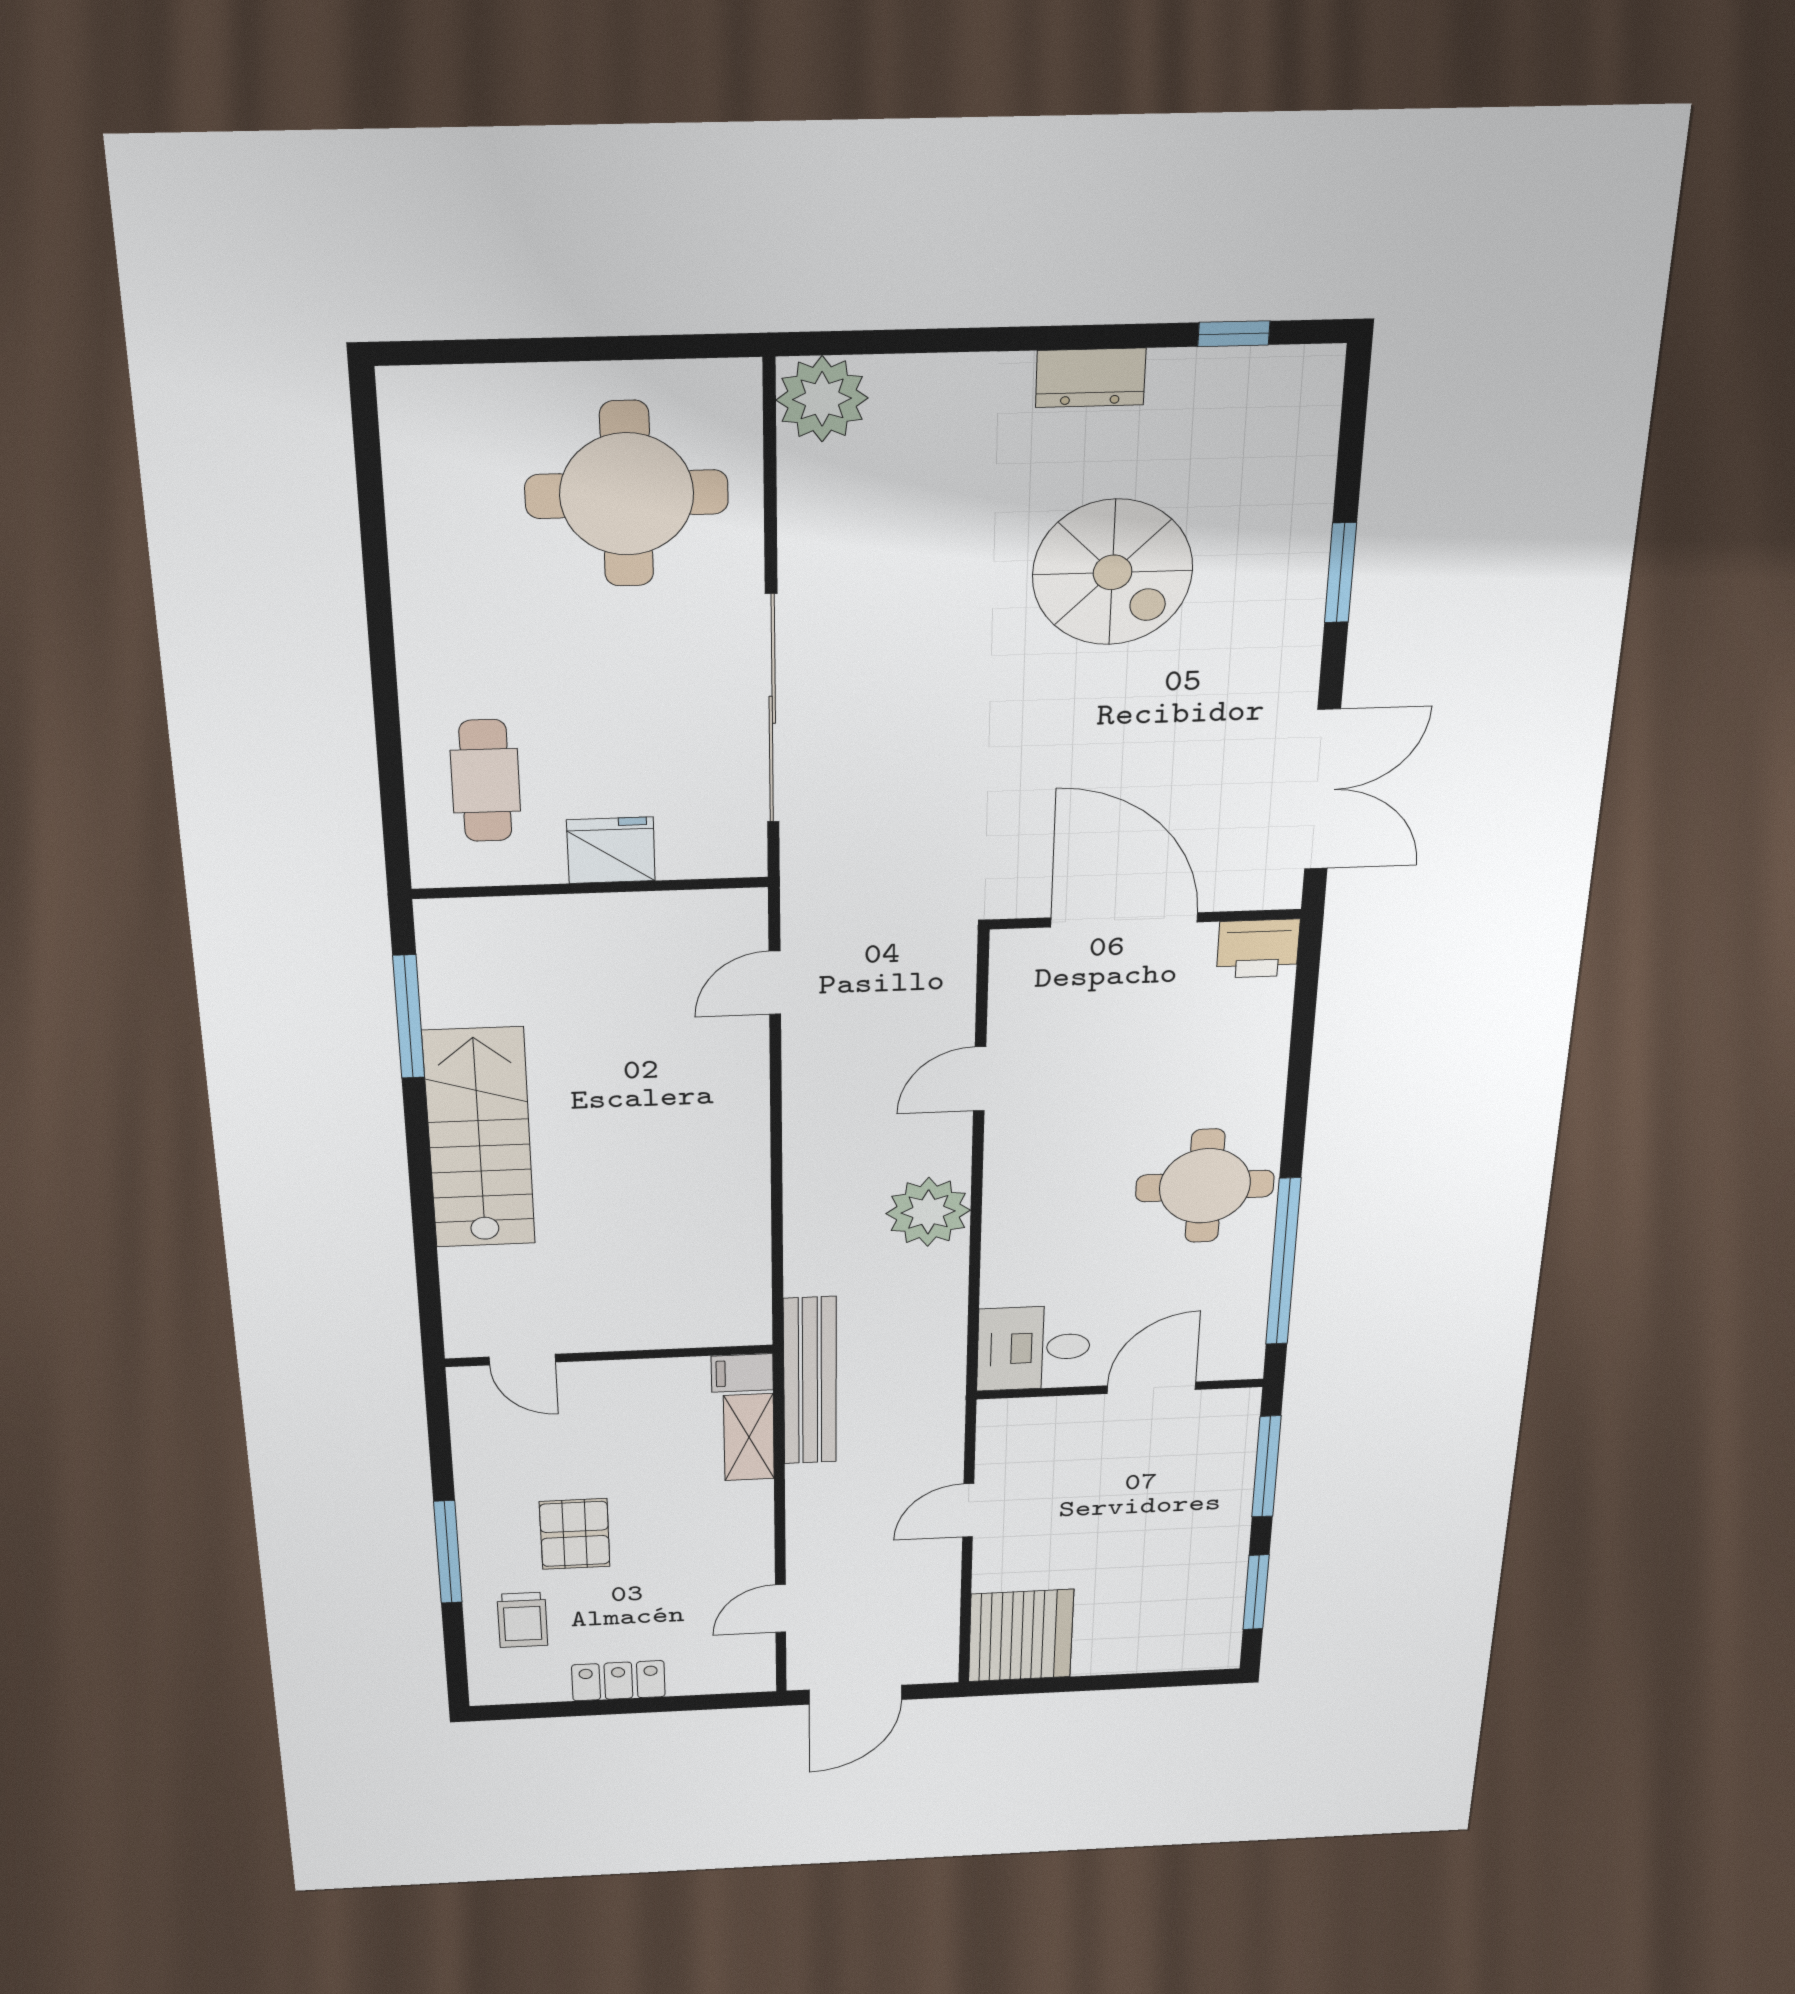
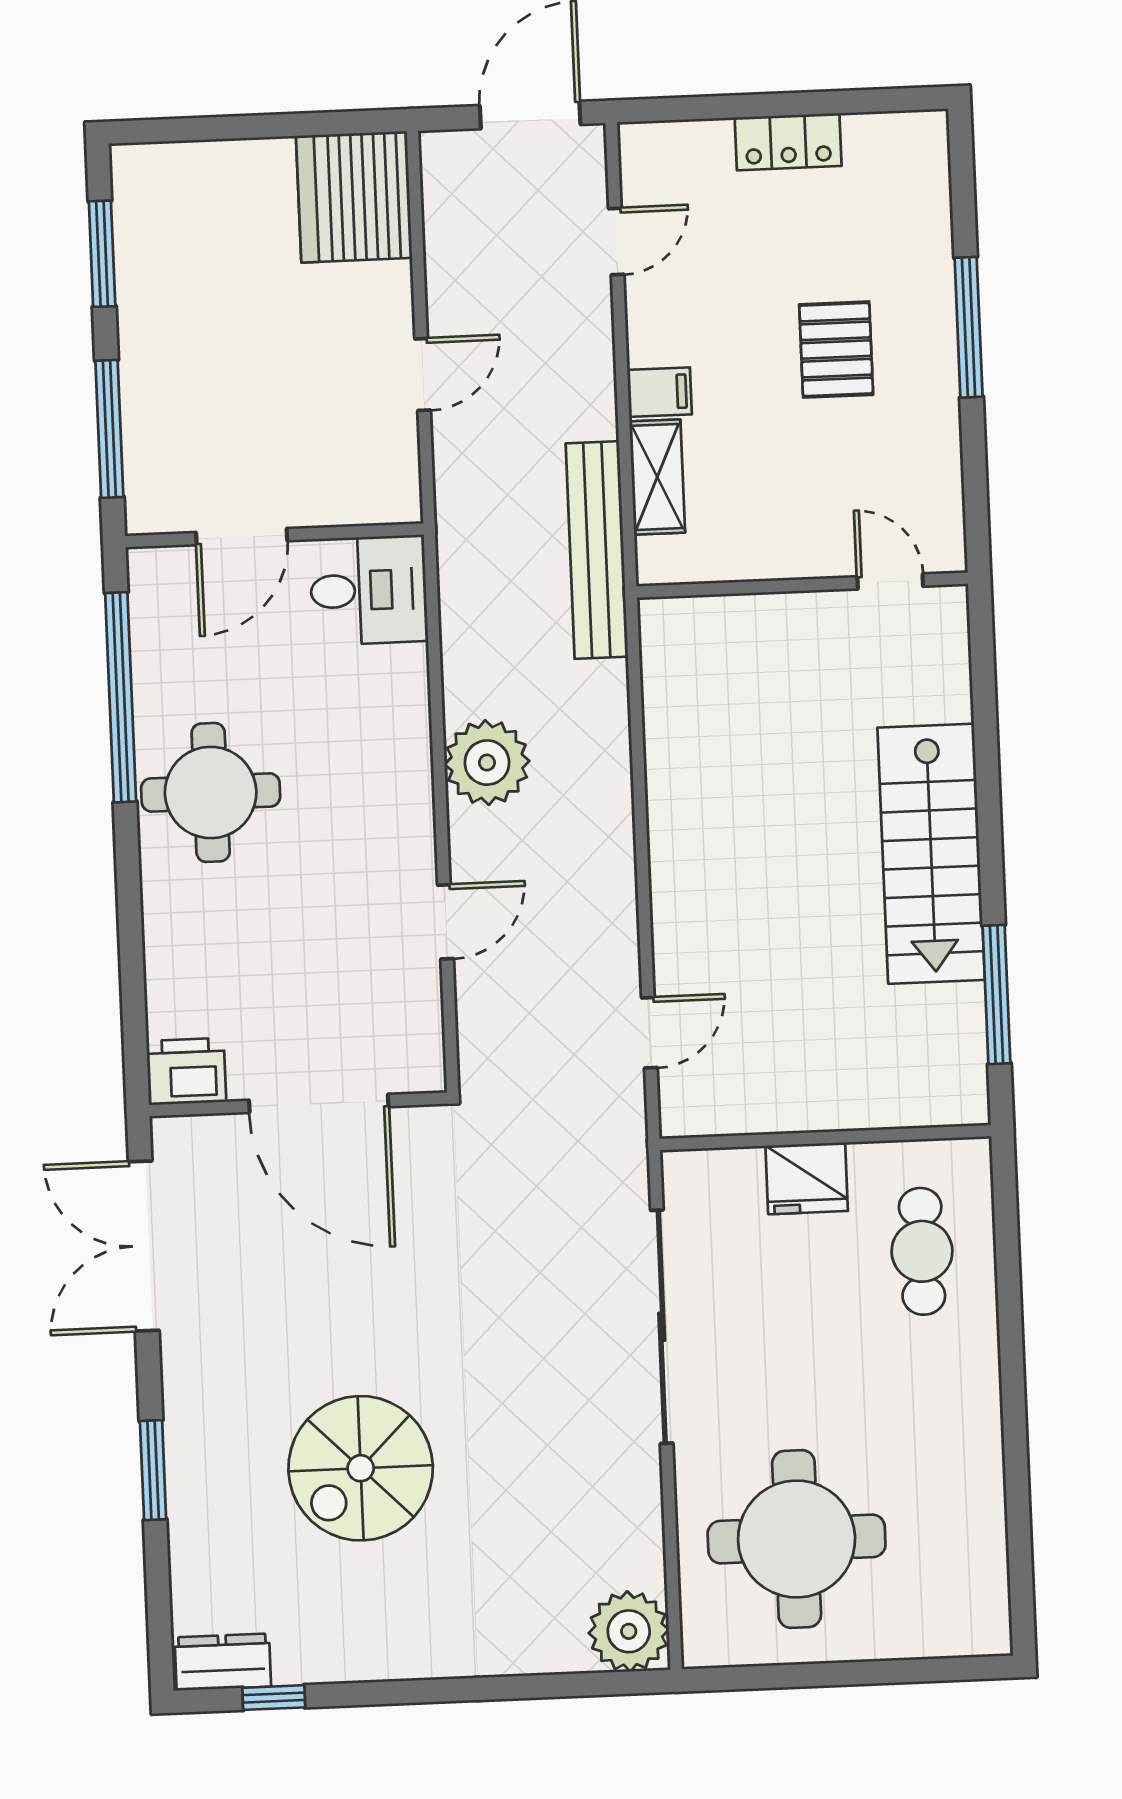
dresser: (1091, 378) -> (223, 1662), moved
spiral stairs: (1113, 572) -> (361, 1468), turned -90
filing cabinet: (742, 1373) -> (660, 392), moved
trolley: (522, 1620) -> (891, 231), removed

